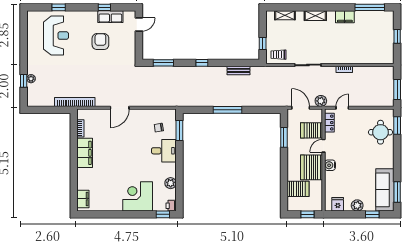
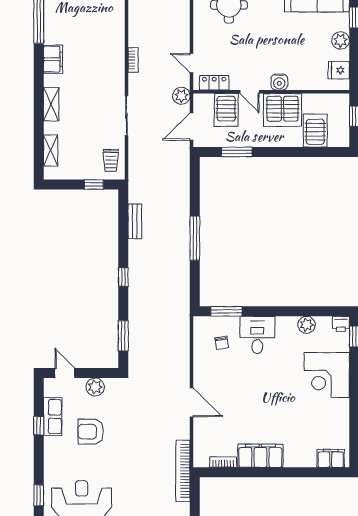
plant: (130, 44) -> (95, 387), added

